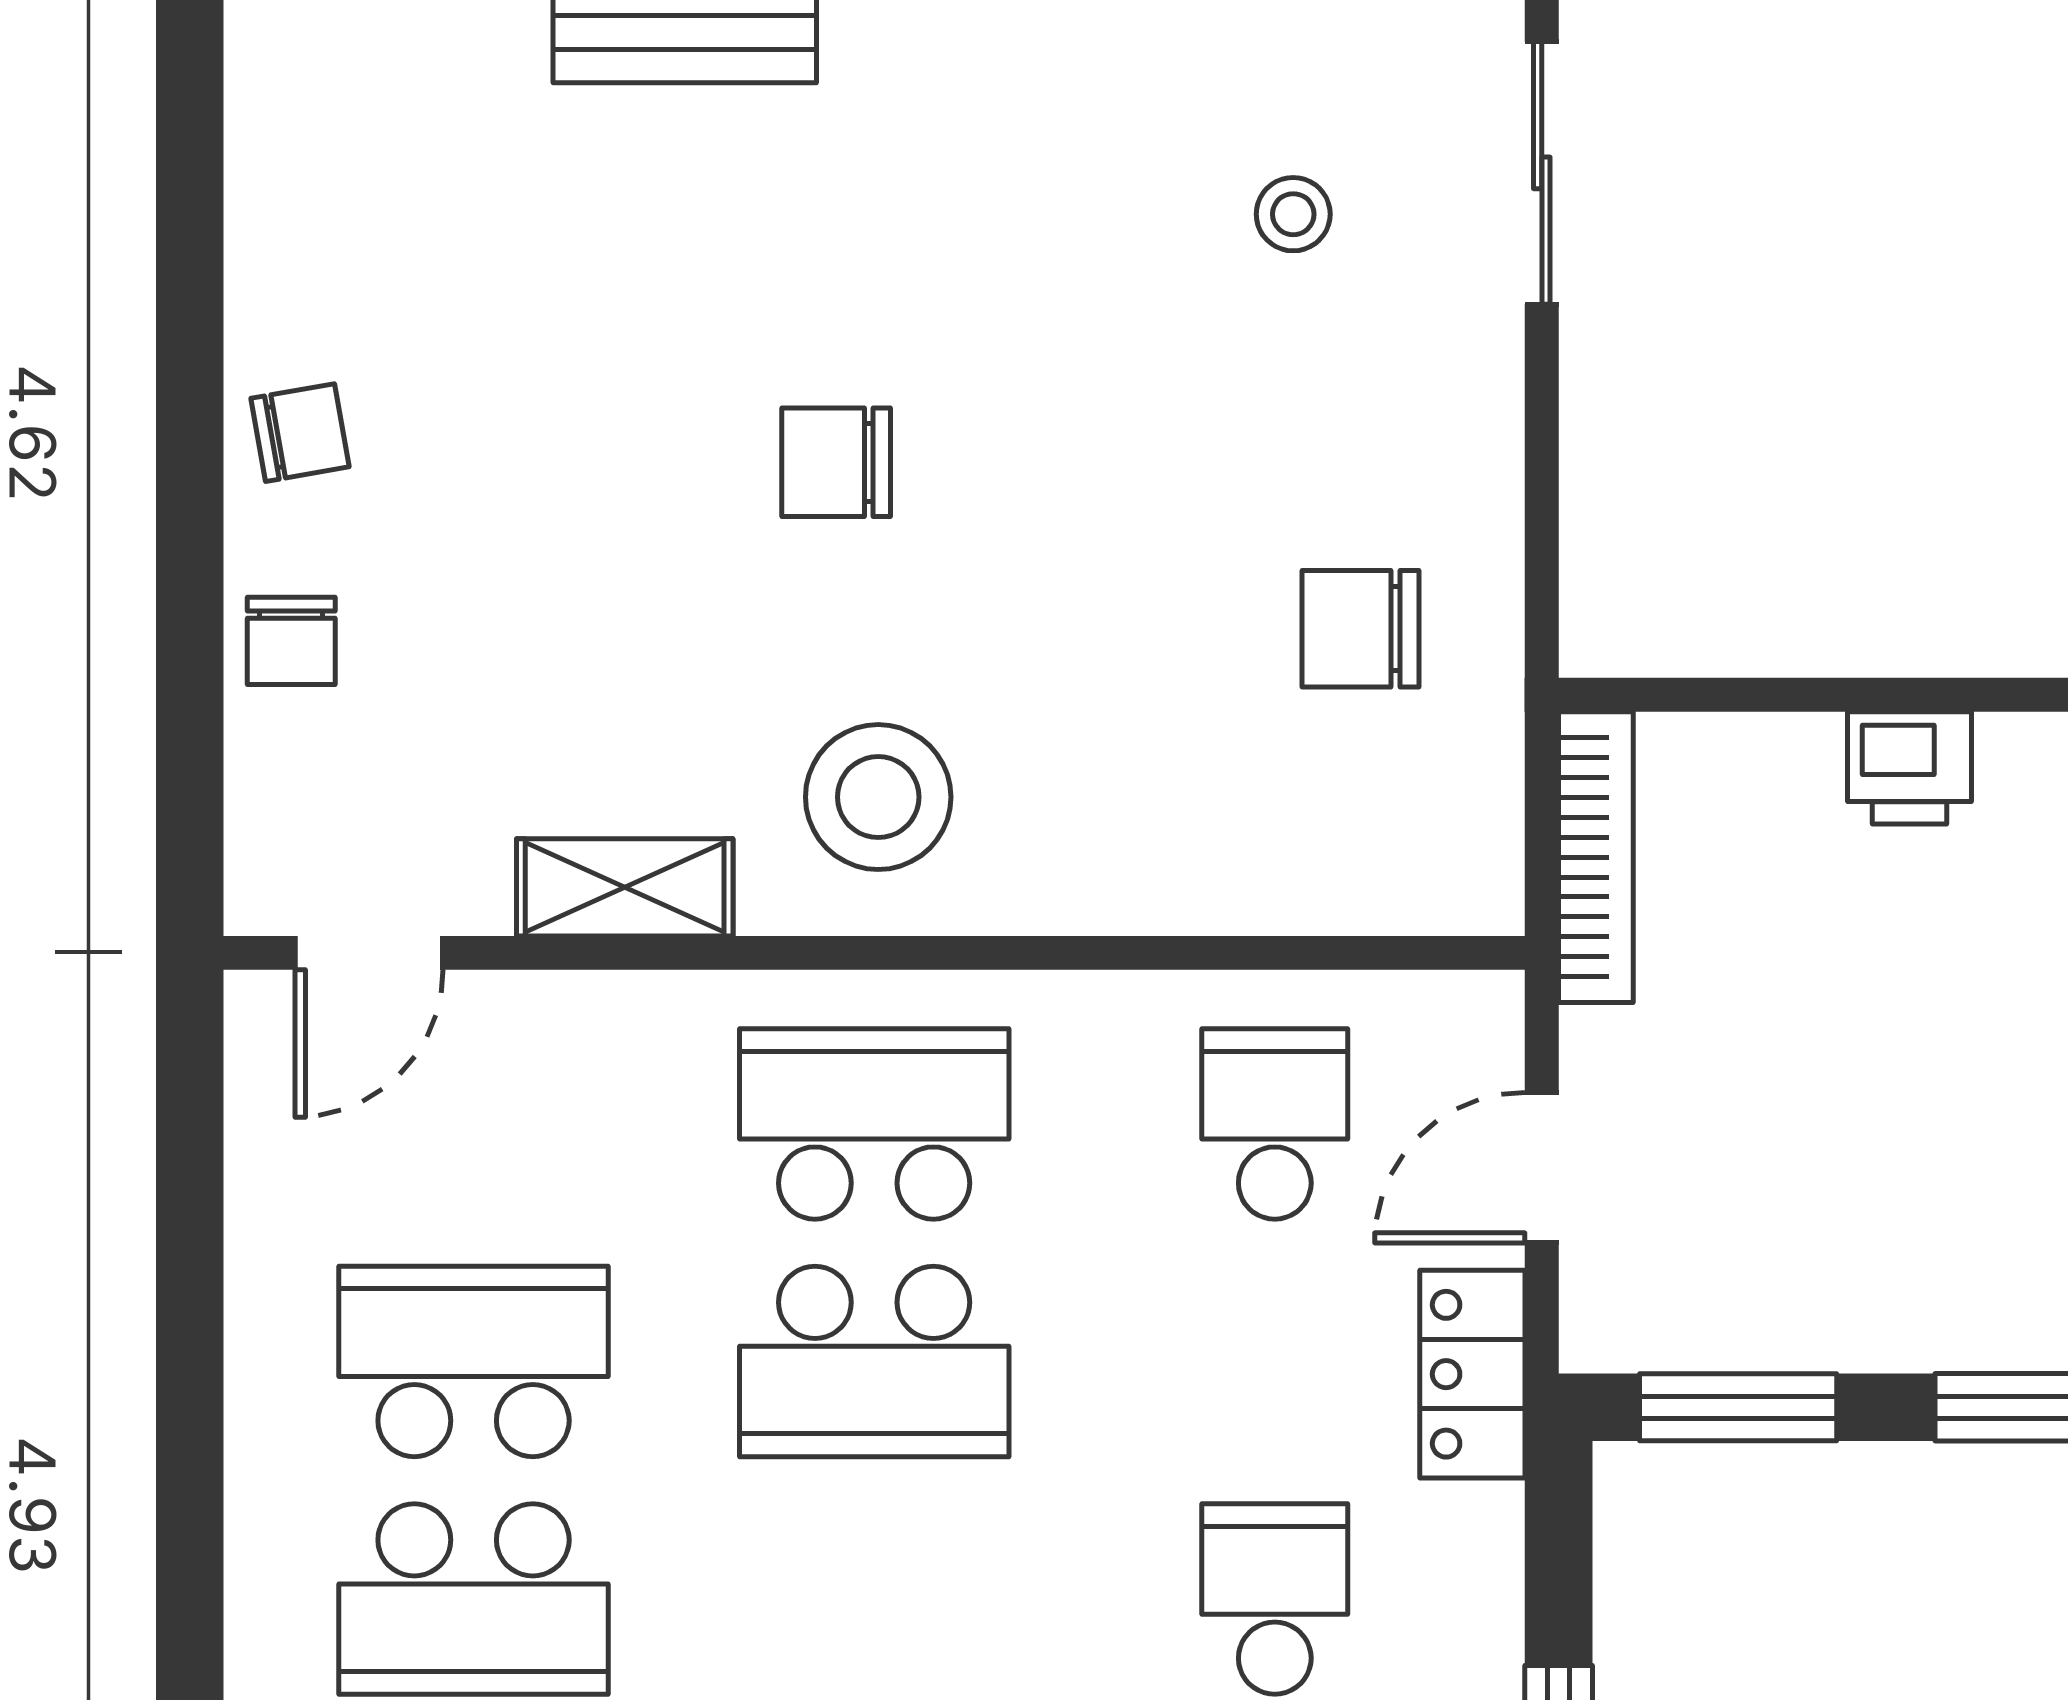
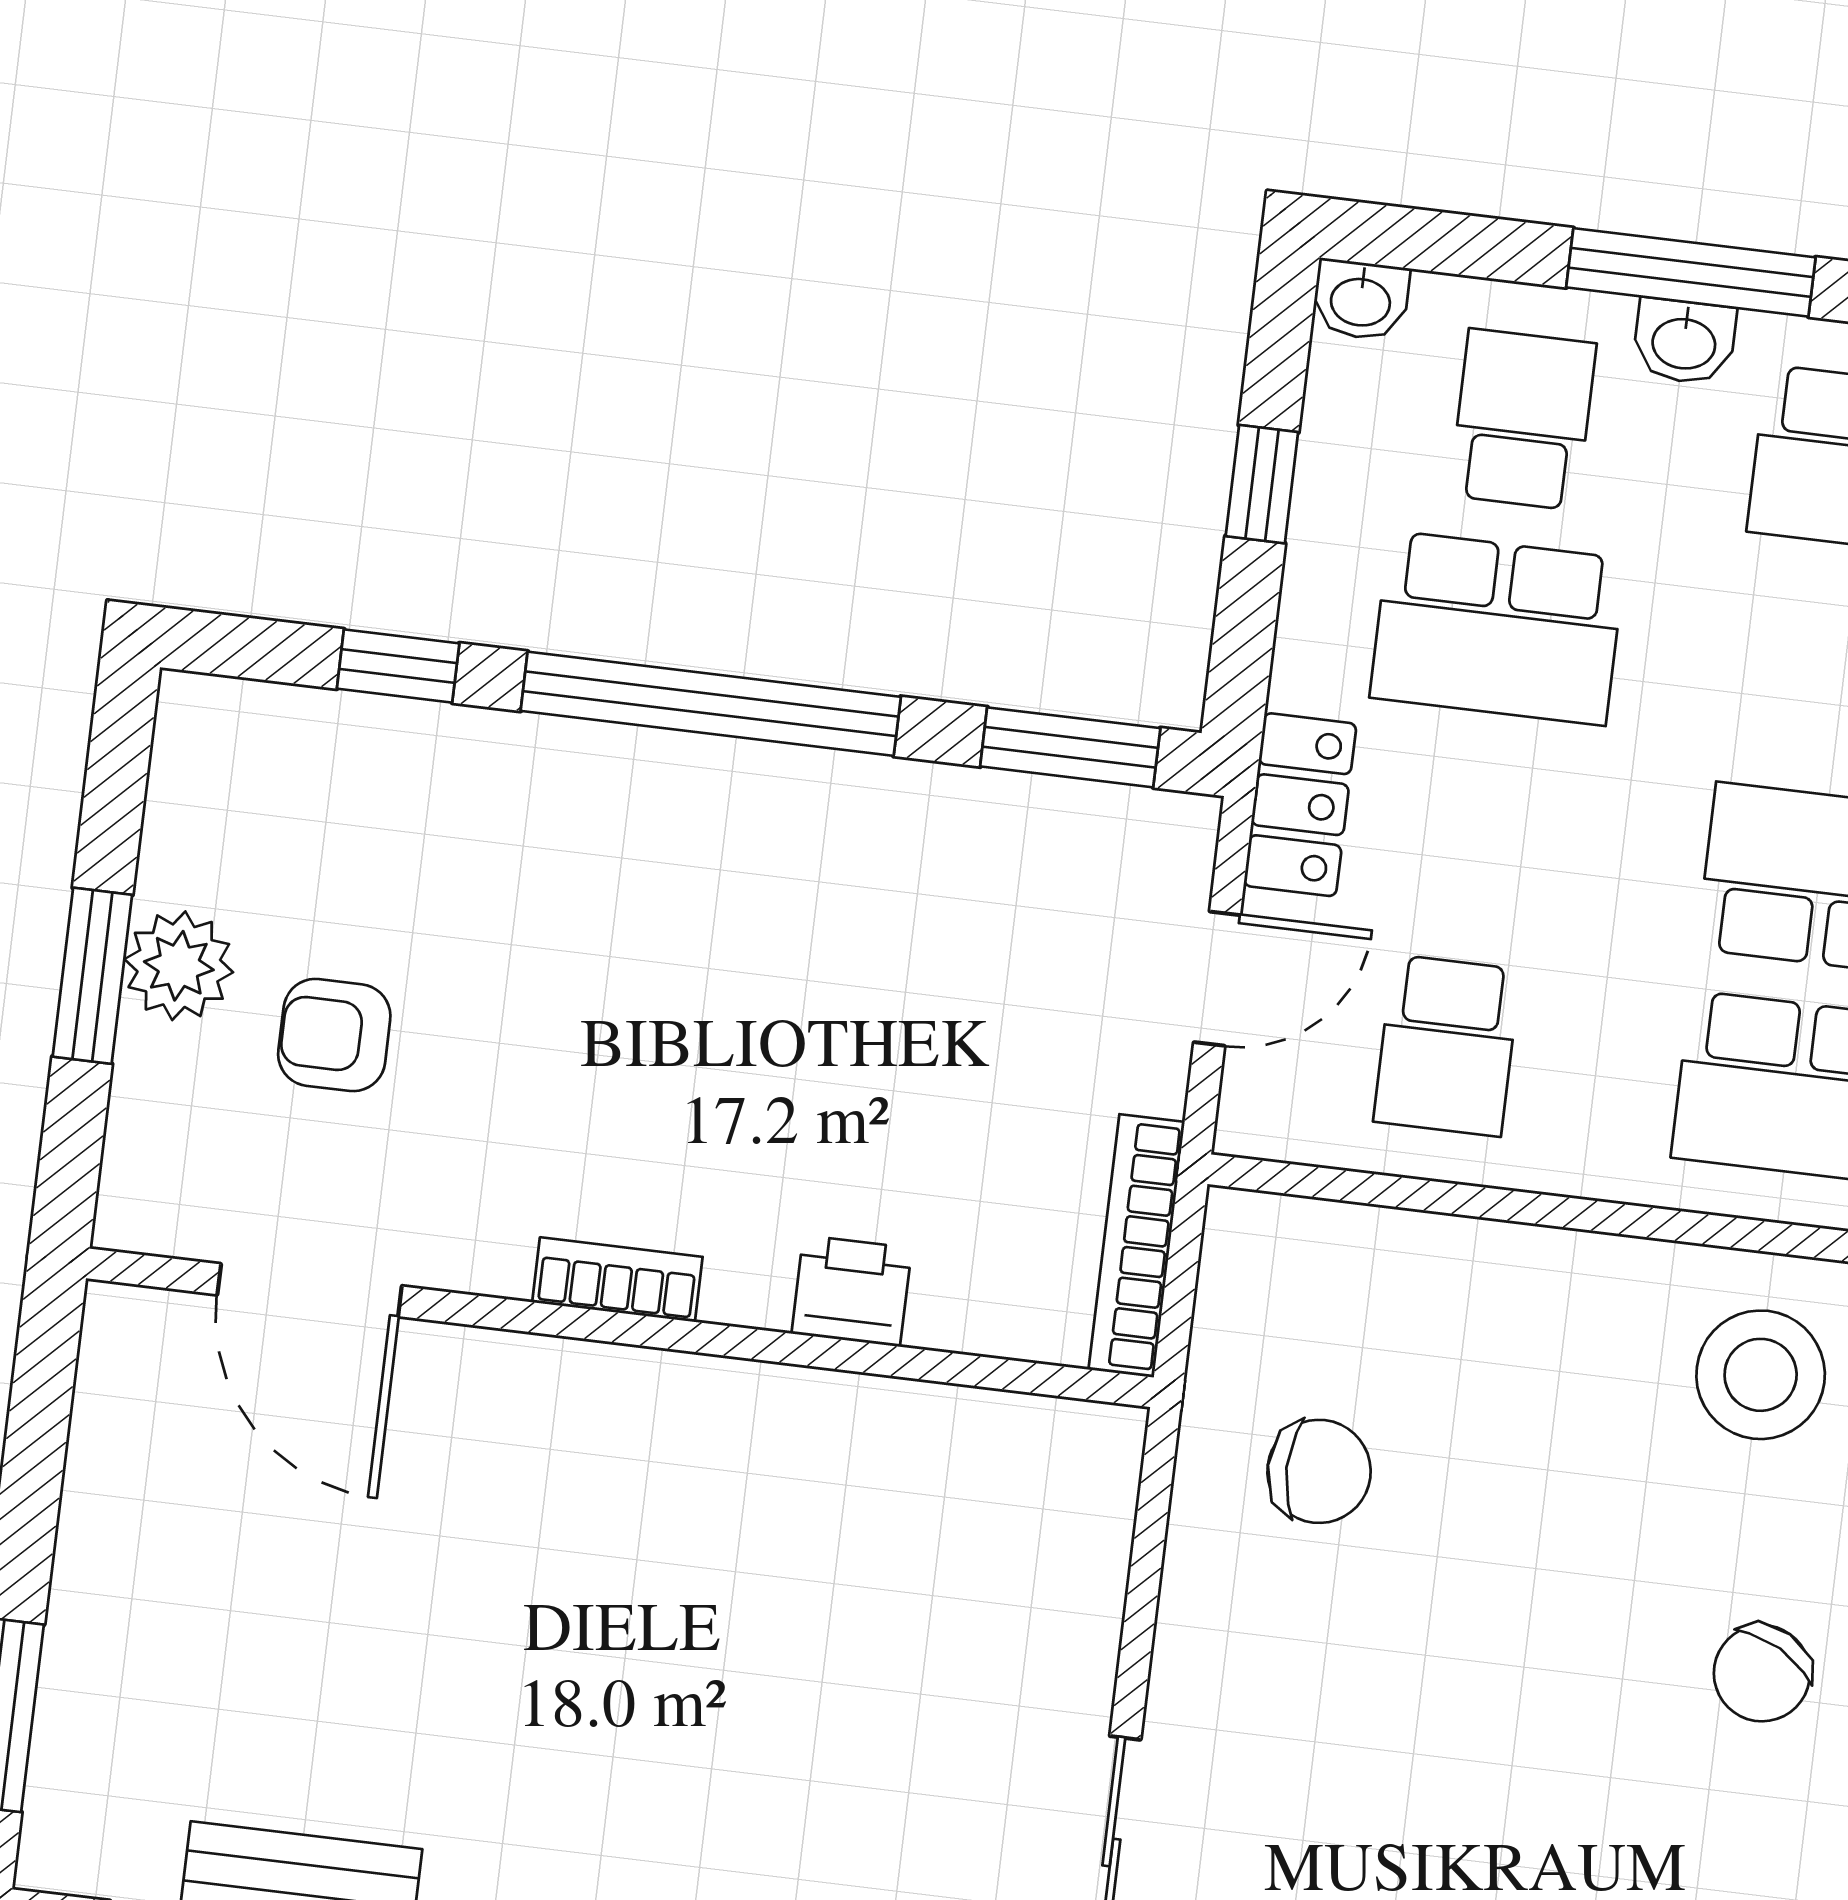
stool: (1293, 214) -> (1334, 1843), removed
chair: (836, 462) -> (1762, 1673), turned 119
school desk: (1275, 1599) -> (1497, 628), width x1.85

